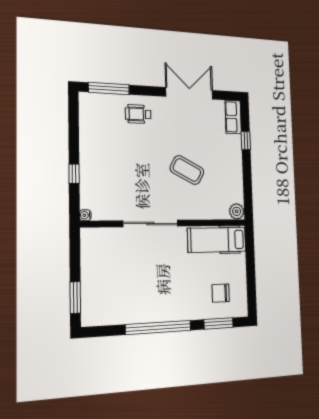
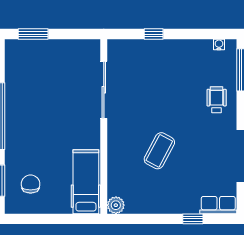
water cooler: (85, 215) -> (219, 45), moved
sliding door: (150, 224) -> (104, 90), moved

